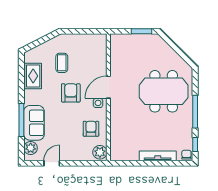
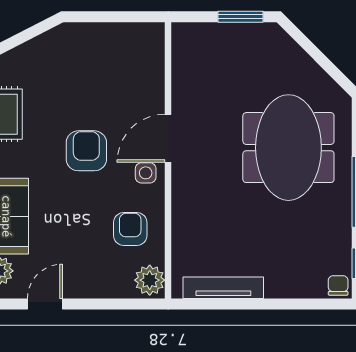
coffee table: (62, 63) -> (67, 85), removed
meeting table: (164, 91) -> (288, 148), turned 90
tv unit: (158, 156) -> (223, 288), moved

